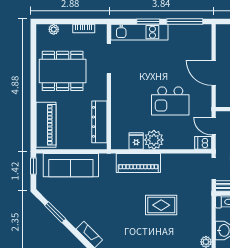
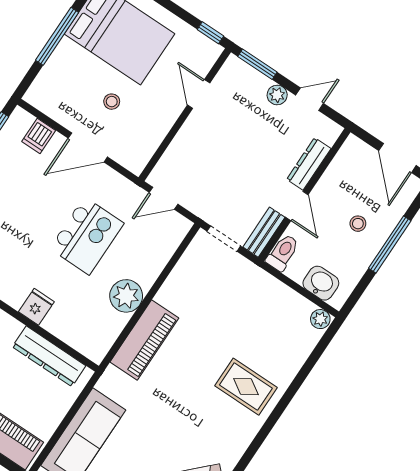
fridge: (136, 141) -> (36, 307), moved, turned 90
dishwasher: (203, 143) -> (39, 136), moved
rug: (161, 205) -> (246, 387), moved, turned 90

